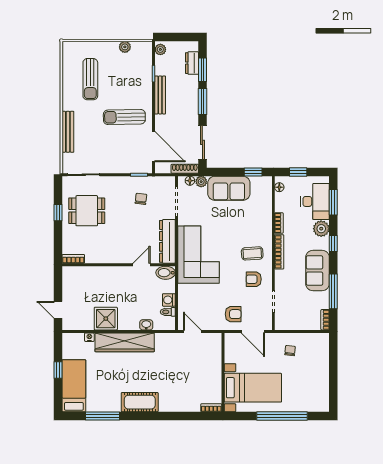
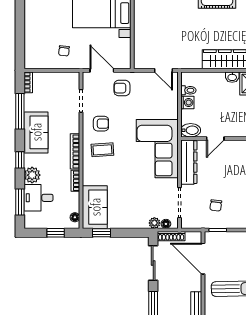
sofa: (229, 188) -> (95, 207), moved, turned 90
desk: (315, 201) -> (38, 198), width x0.73
washbasin: (146, 325) -> (232, 77), moved

